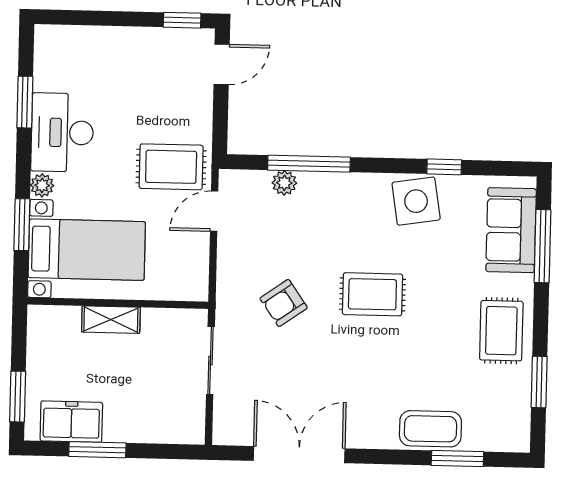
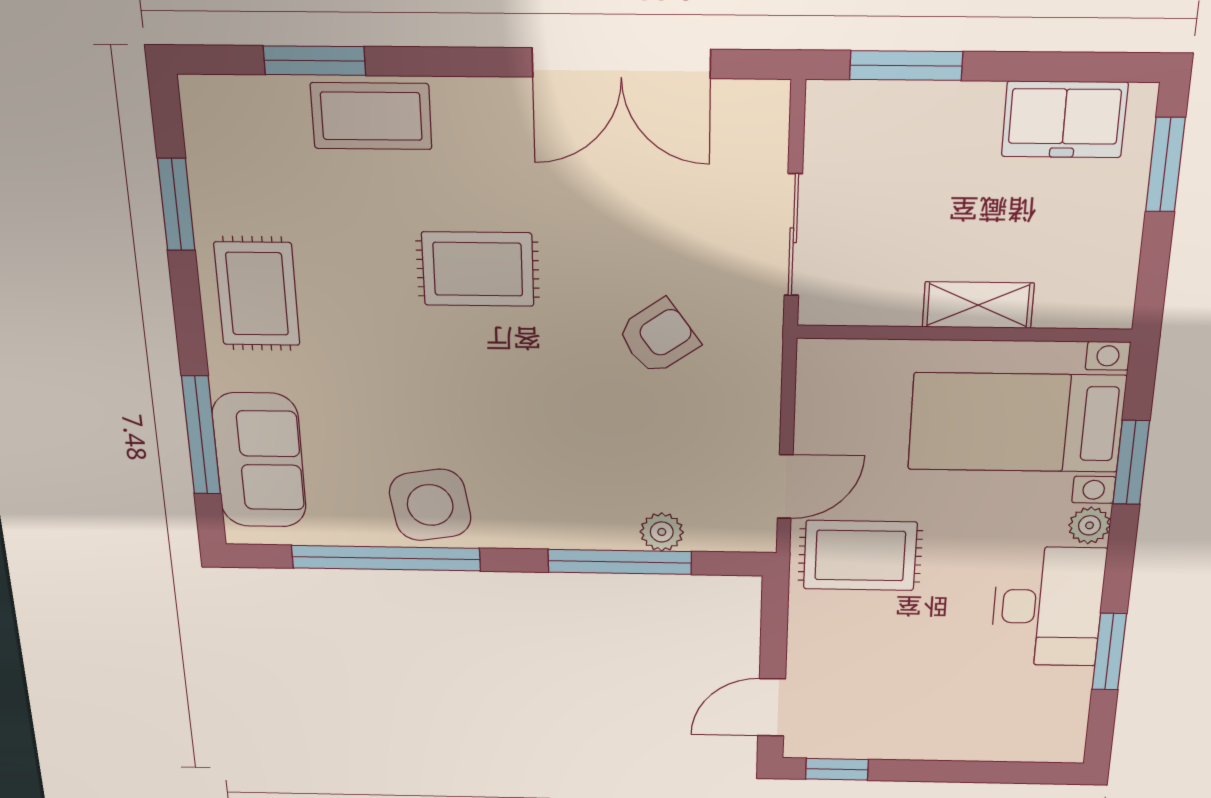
window: (444, 167) -> (386, 558), width x3.17
rug: (372, 294) -> (478, 269), moved
window: (97, 450) -> (906, 66), moved

